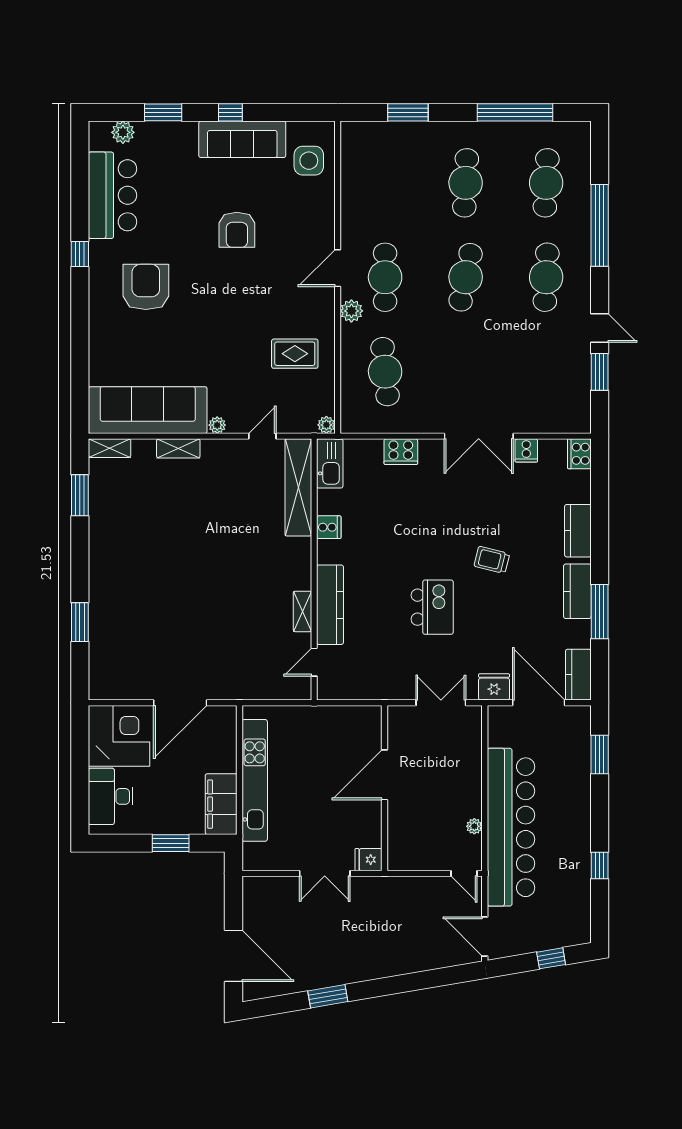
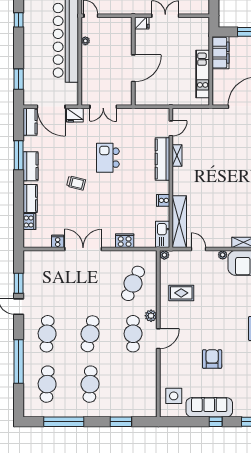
cafe table: (385, 372) -> (133, 283), turned 30
door: (262, 436) -> (198, 249), swing flipped
cooker: (579, 454) -> (29, 222), moved
kitchen unit: (255, 780) -> (203, 74), width x0.73

